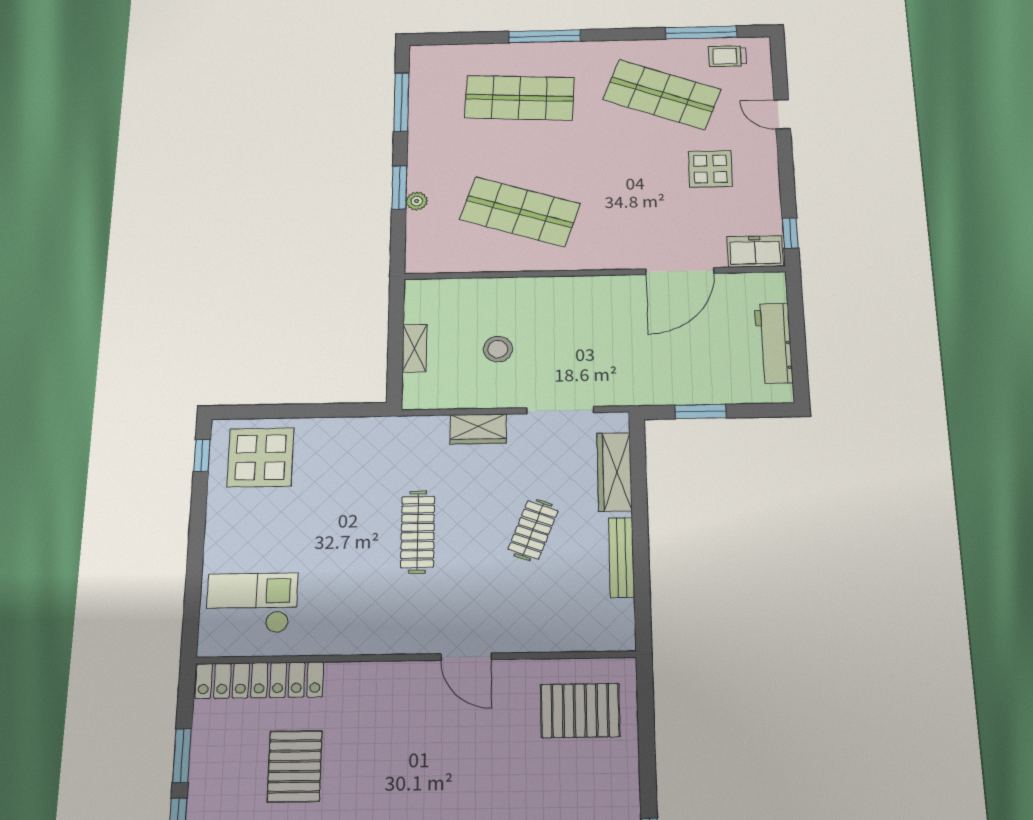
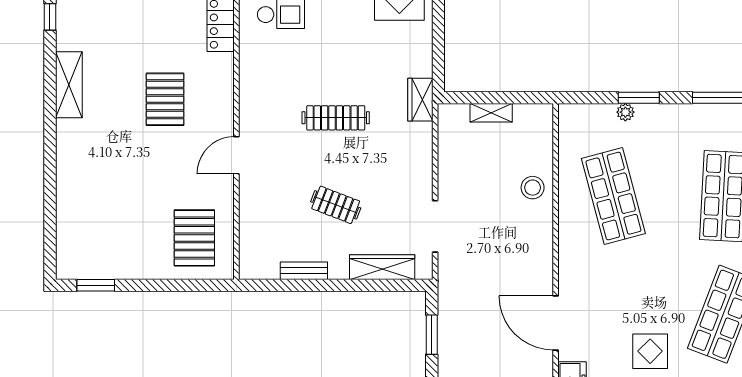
shop shelf: (520, 212) -> (613, 196), turned -33
stool: (498, 349) -> (533, 188), moved
wardrobe: (478, 429) -> (420, 100), moved
bench: (621, 557) -> (304, 271), width x0.73
pallet: (295, 766) -> (165, 99), moved, turned 90

